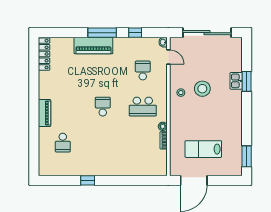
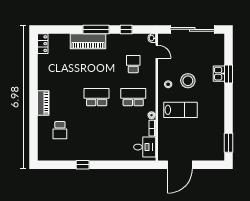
locker: (44, 54) -> (43, 44), width x0.66
school desk: (103, 107) -> (97, 97), width x1.85
school desk: (143, 107) -> (133, 97), turned 180
lab bench: (203, 149) -> (180, 110), moved, turned 180
desk: (155, 161) -> (145, 147), added

